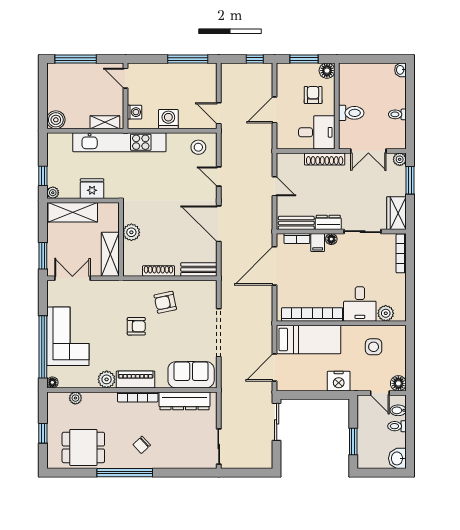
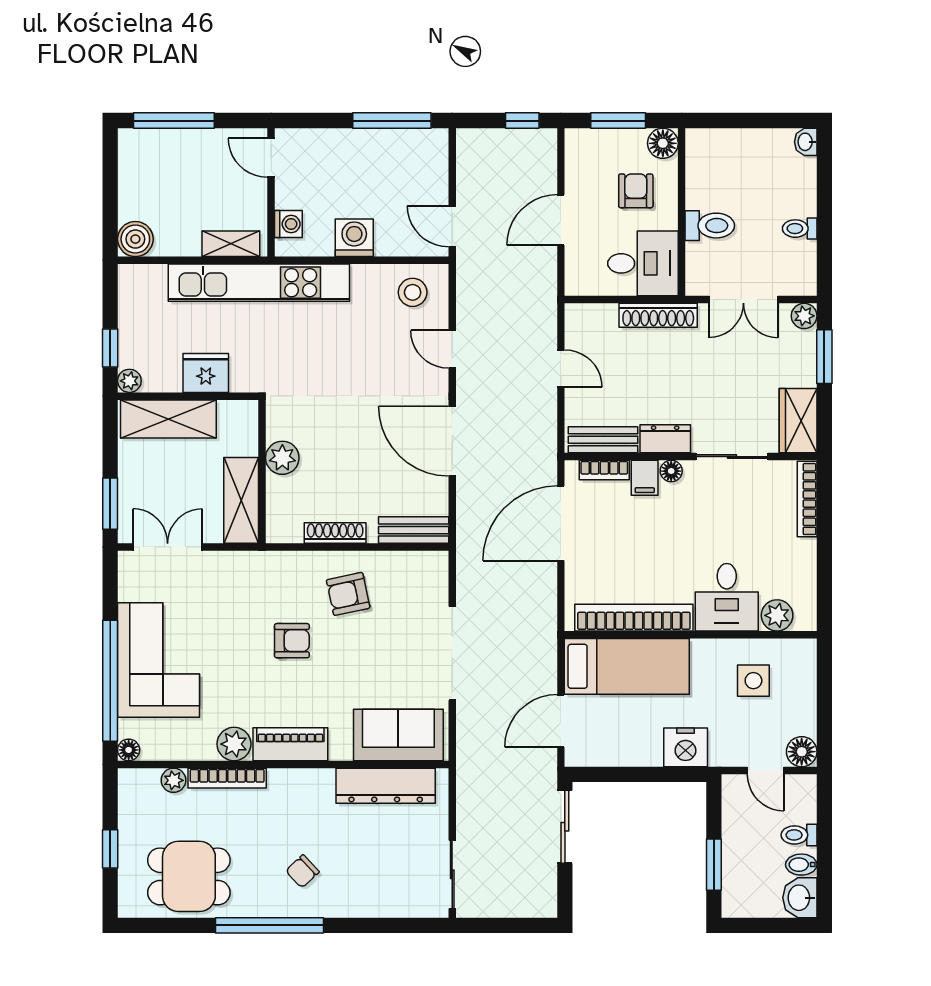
bookcase: (138, 397) -> (227, 778), moved
bidet: (398, 410) -> (801, 865), moved

